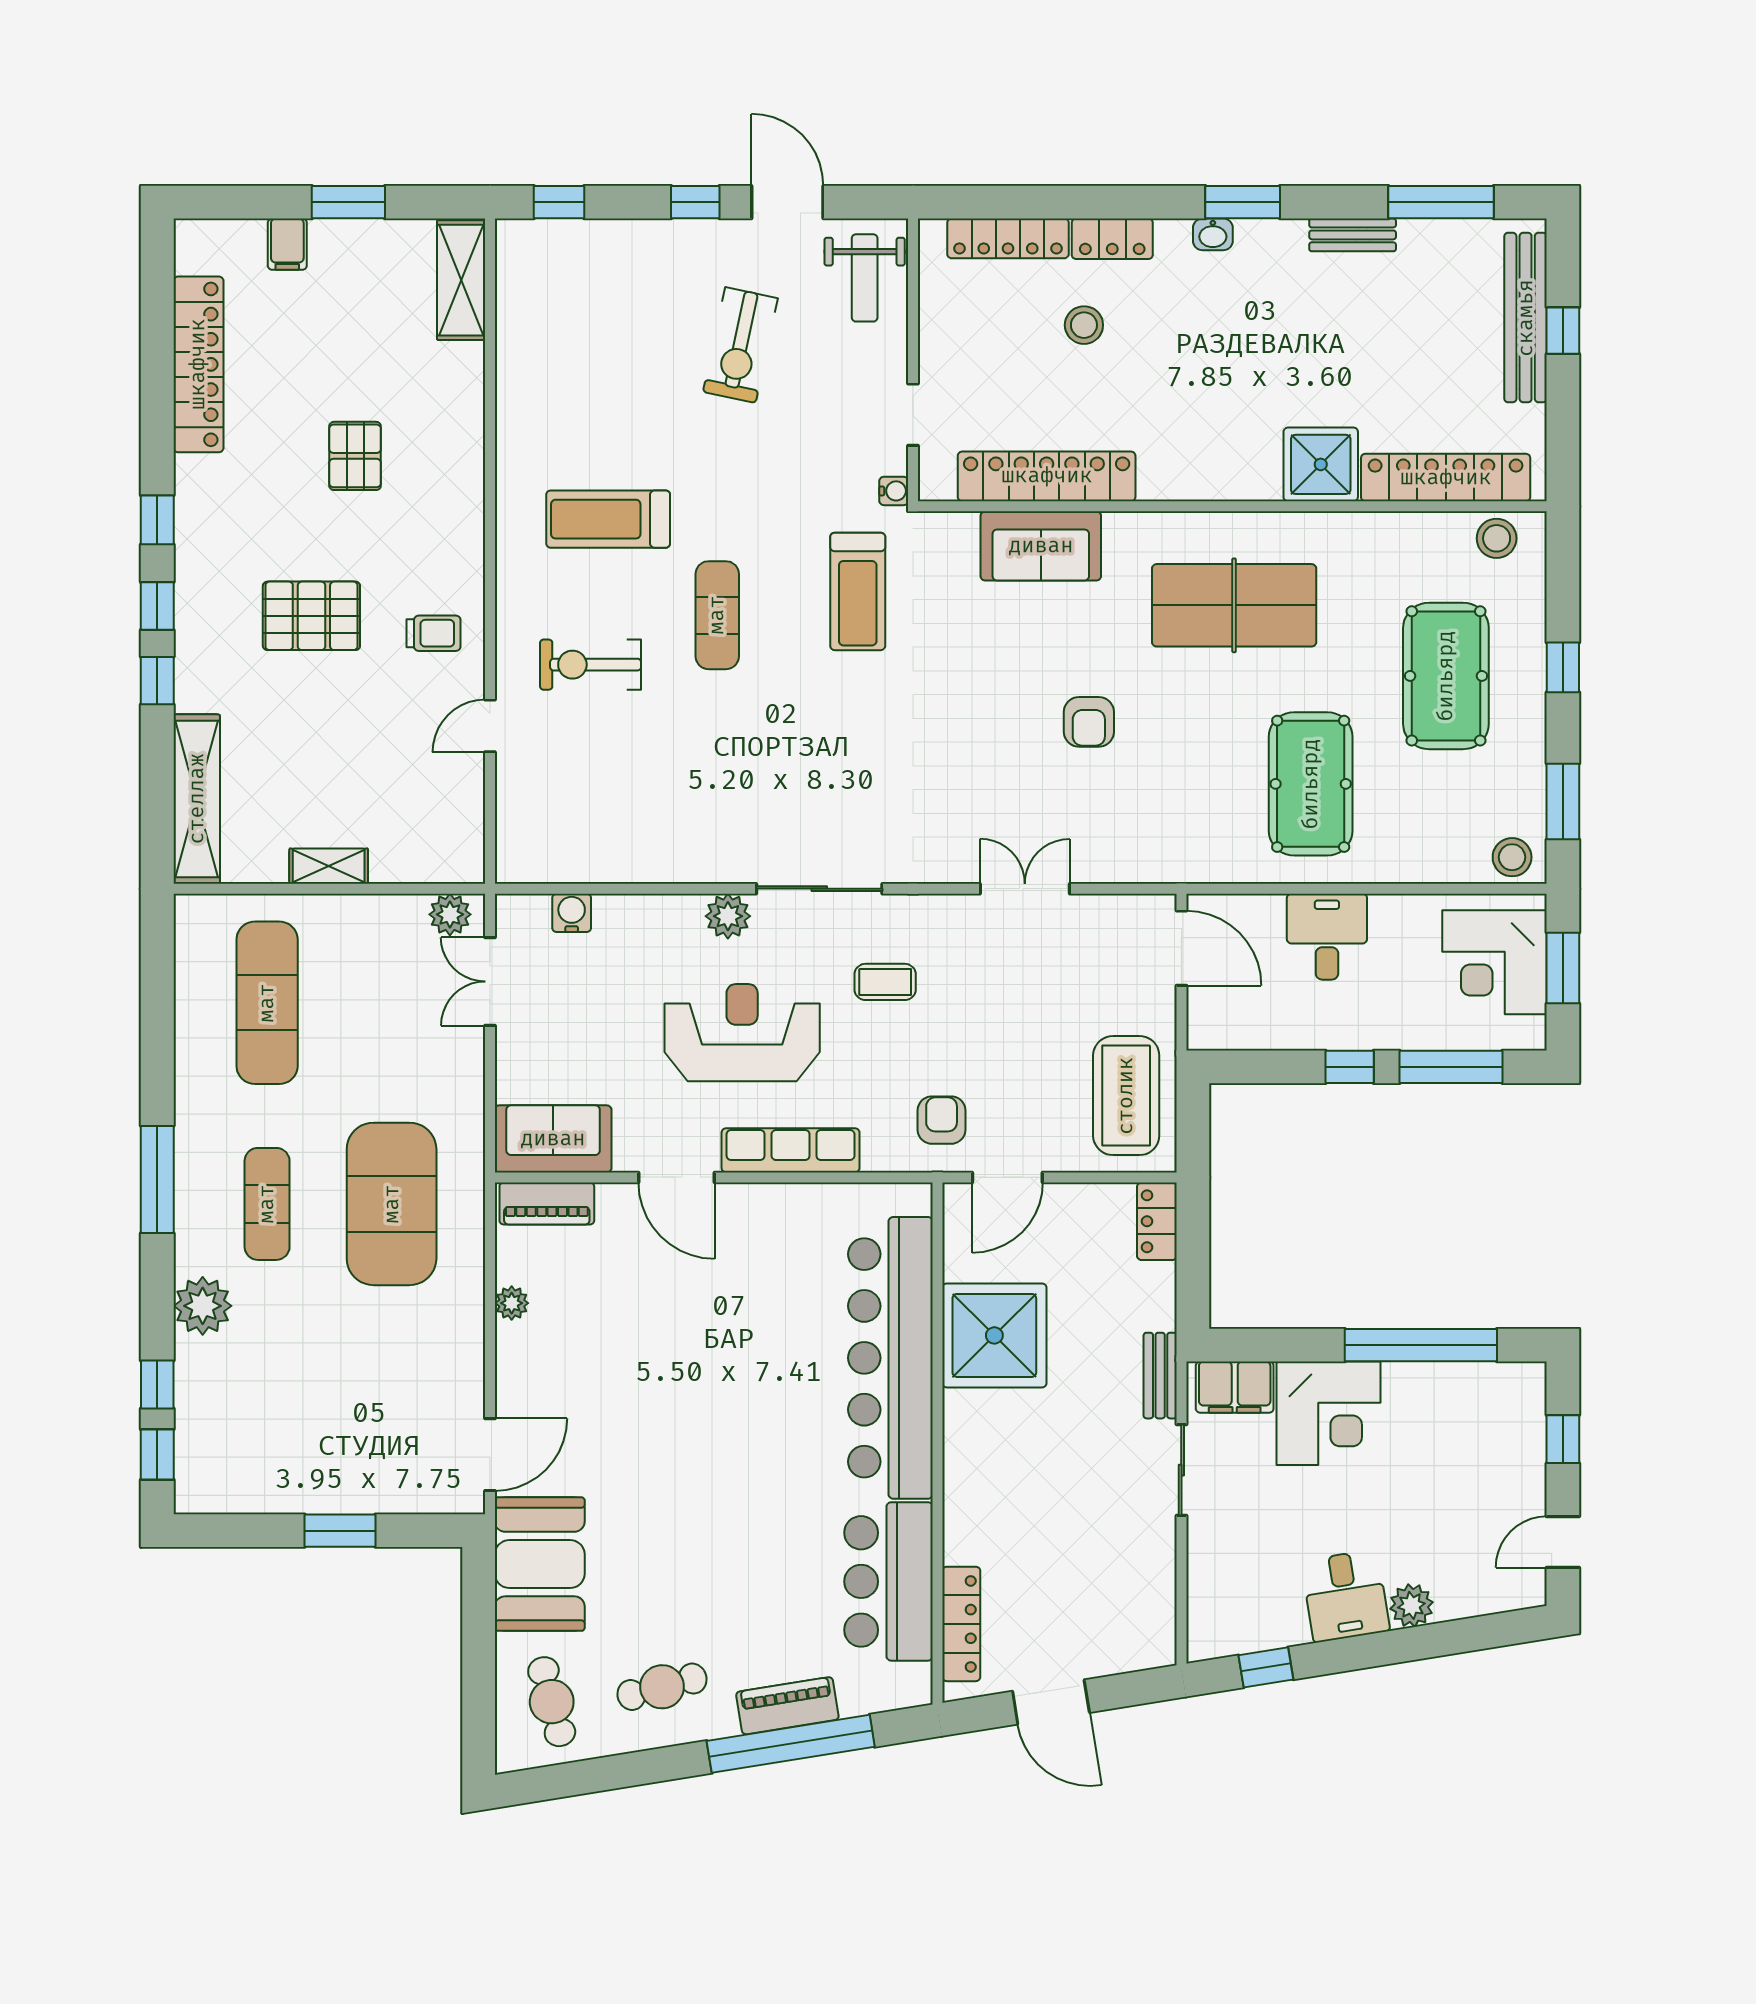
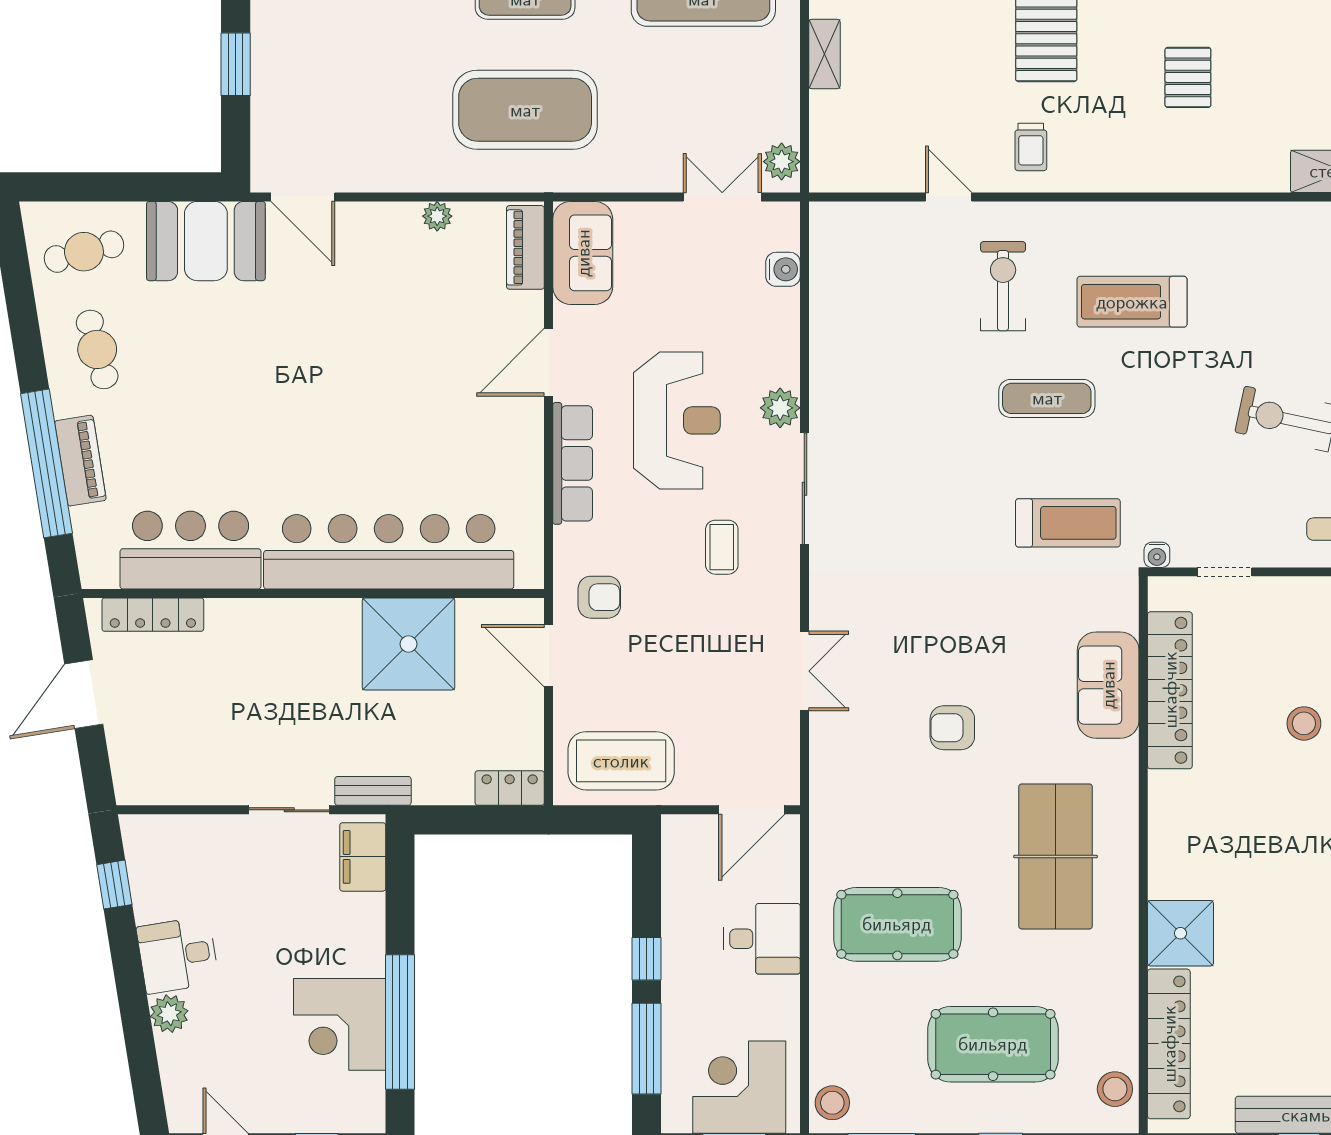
pallet: (355, 456) -> (1188, 77), turned 90
treadmill: (608, 519) -> (1132, 302), turned -90
treadmill: (858, 591) -> (1068, 523), turned 180
corner desk: (1329, 1413) -> (340, 1024), moved

